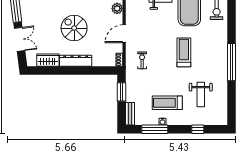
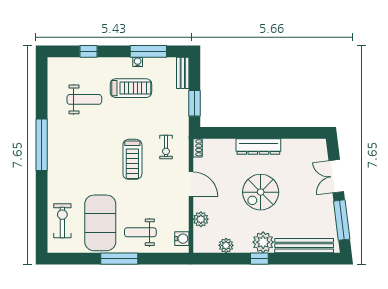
spiral stairs: (74, 28) -> (261, 192), turned 90
door: (124, 34) -> (191, 184), hinge flipped
treadmill: (184, 52) -> (132, 159), moved
wardrobe: (48, 60) -> (297, 147), removed
weight bench: (201, 95) -> (84, 99), turned 90

